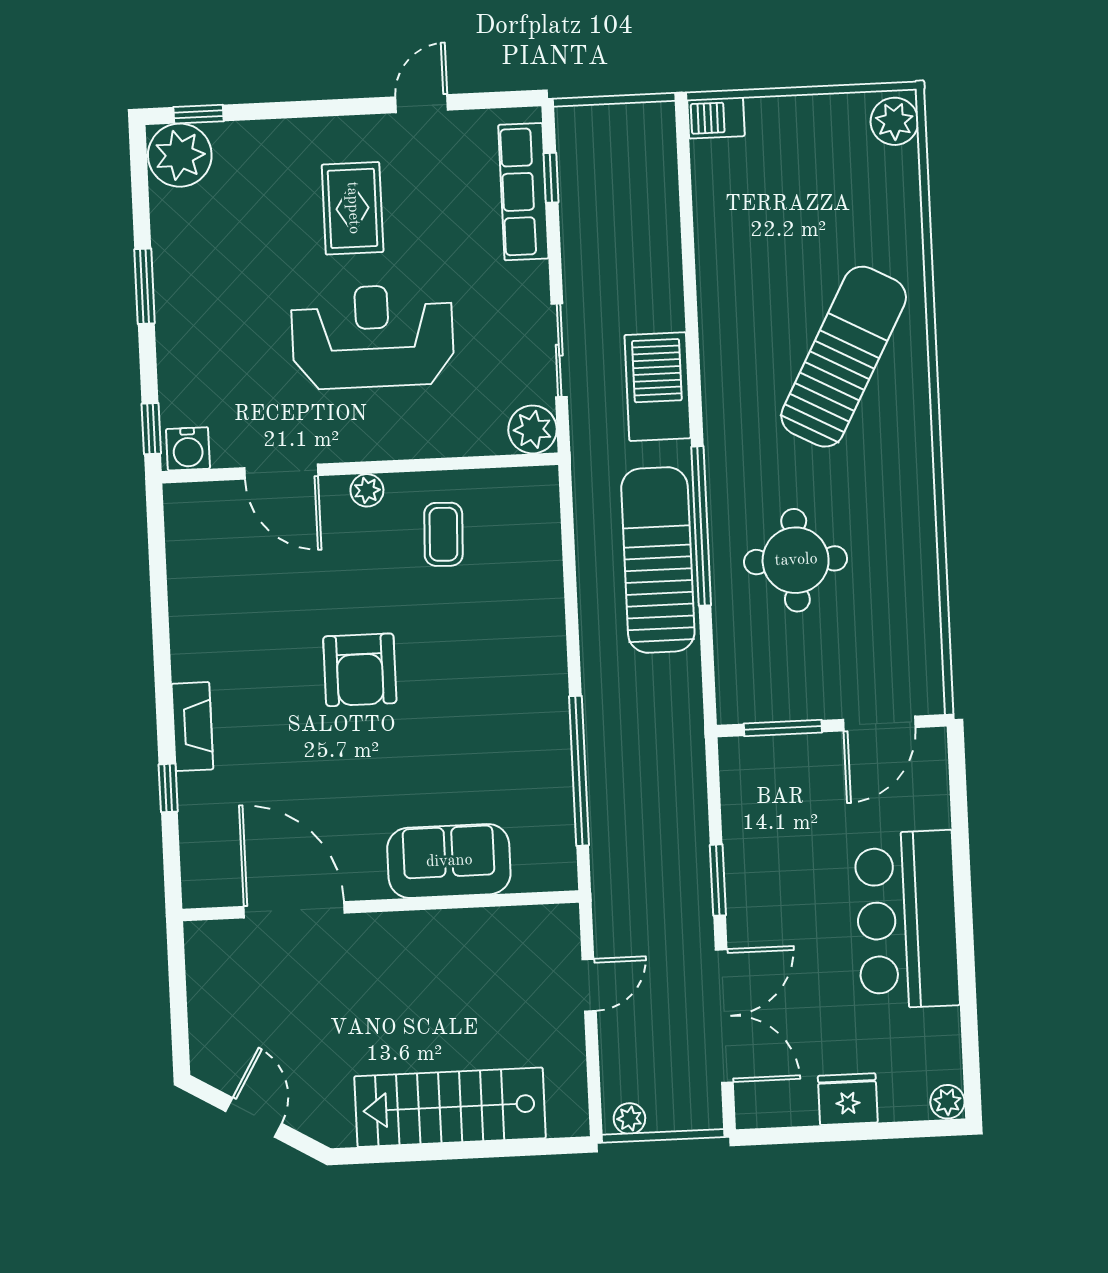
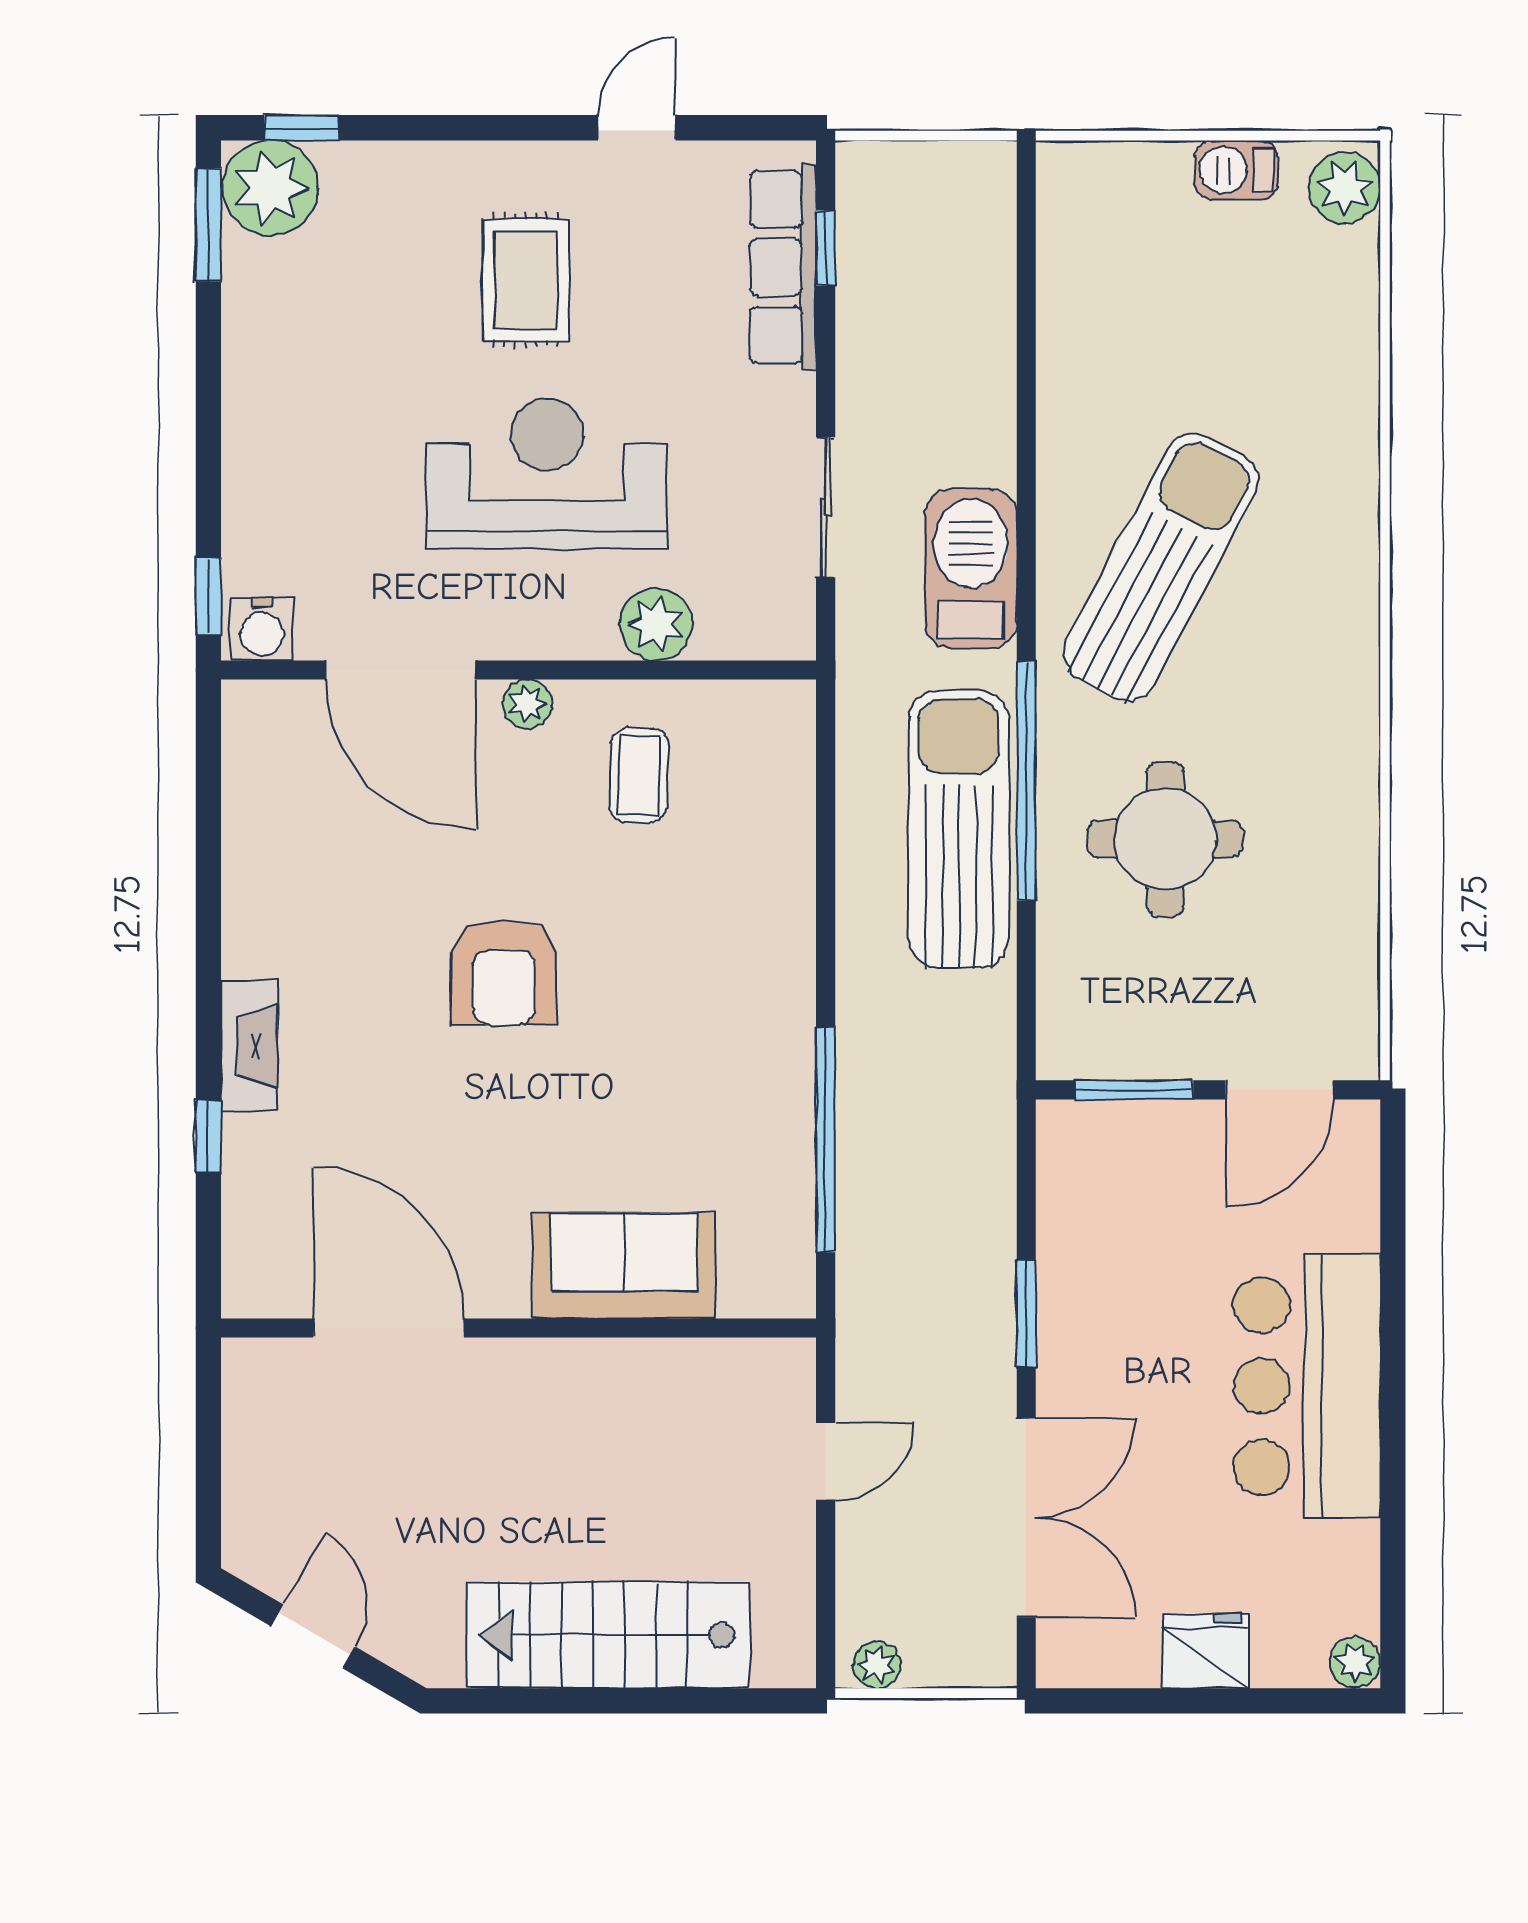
barbecue: (716, 118) -> (1237, 170), moved
window: (145, 286) -> (208, 225), moved
sun lounger: (844, 357) -> (1161, 567), moved
plant: (533, 429) -> (656, 624), moved
door: (281, 472) -> (400, 670), width x1.36

